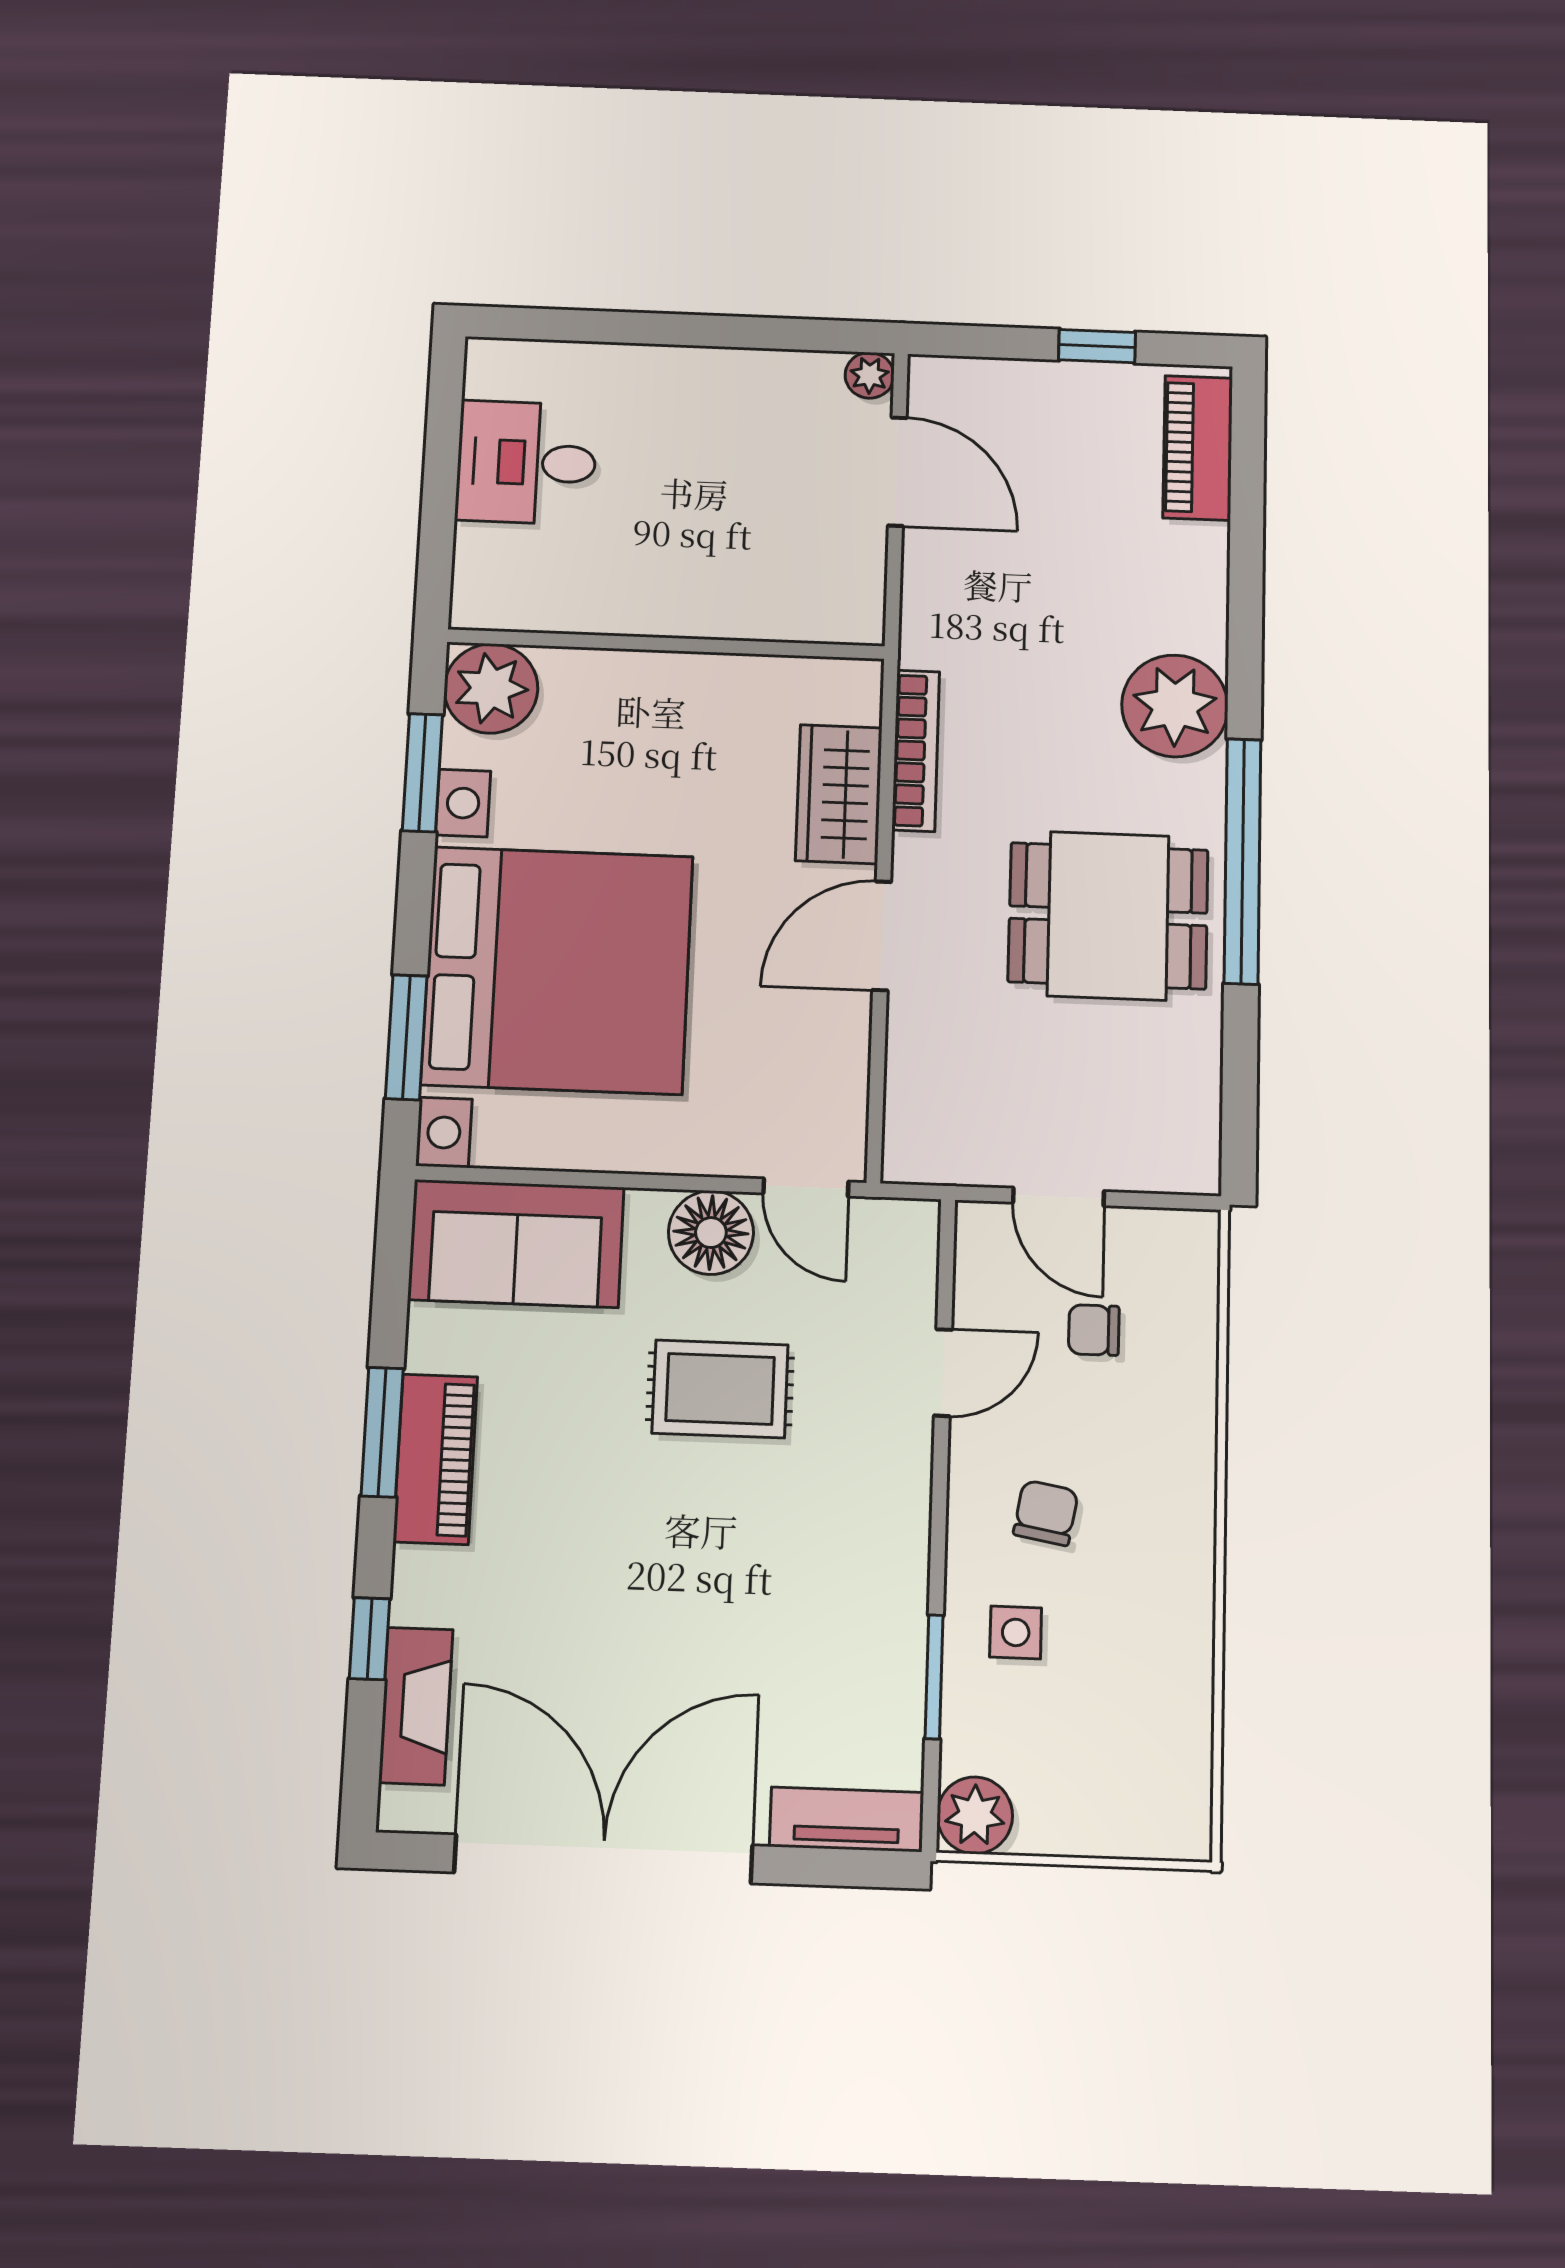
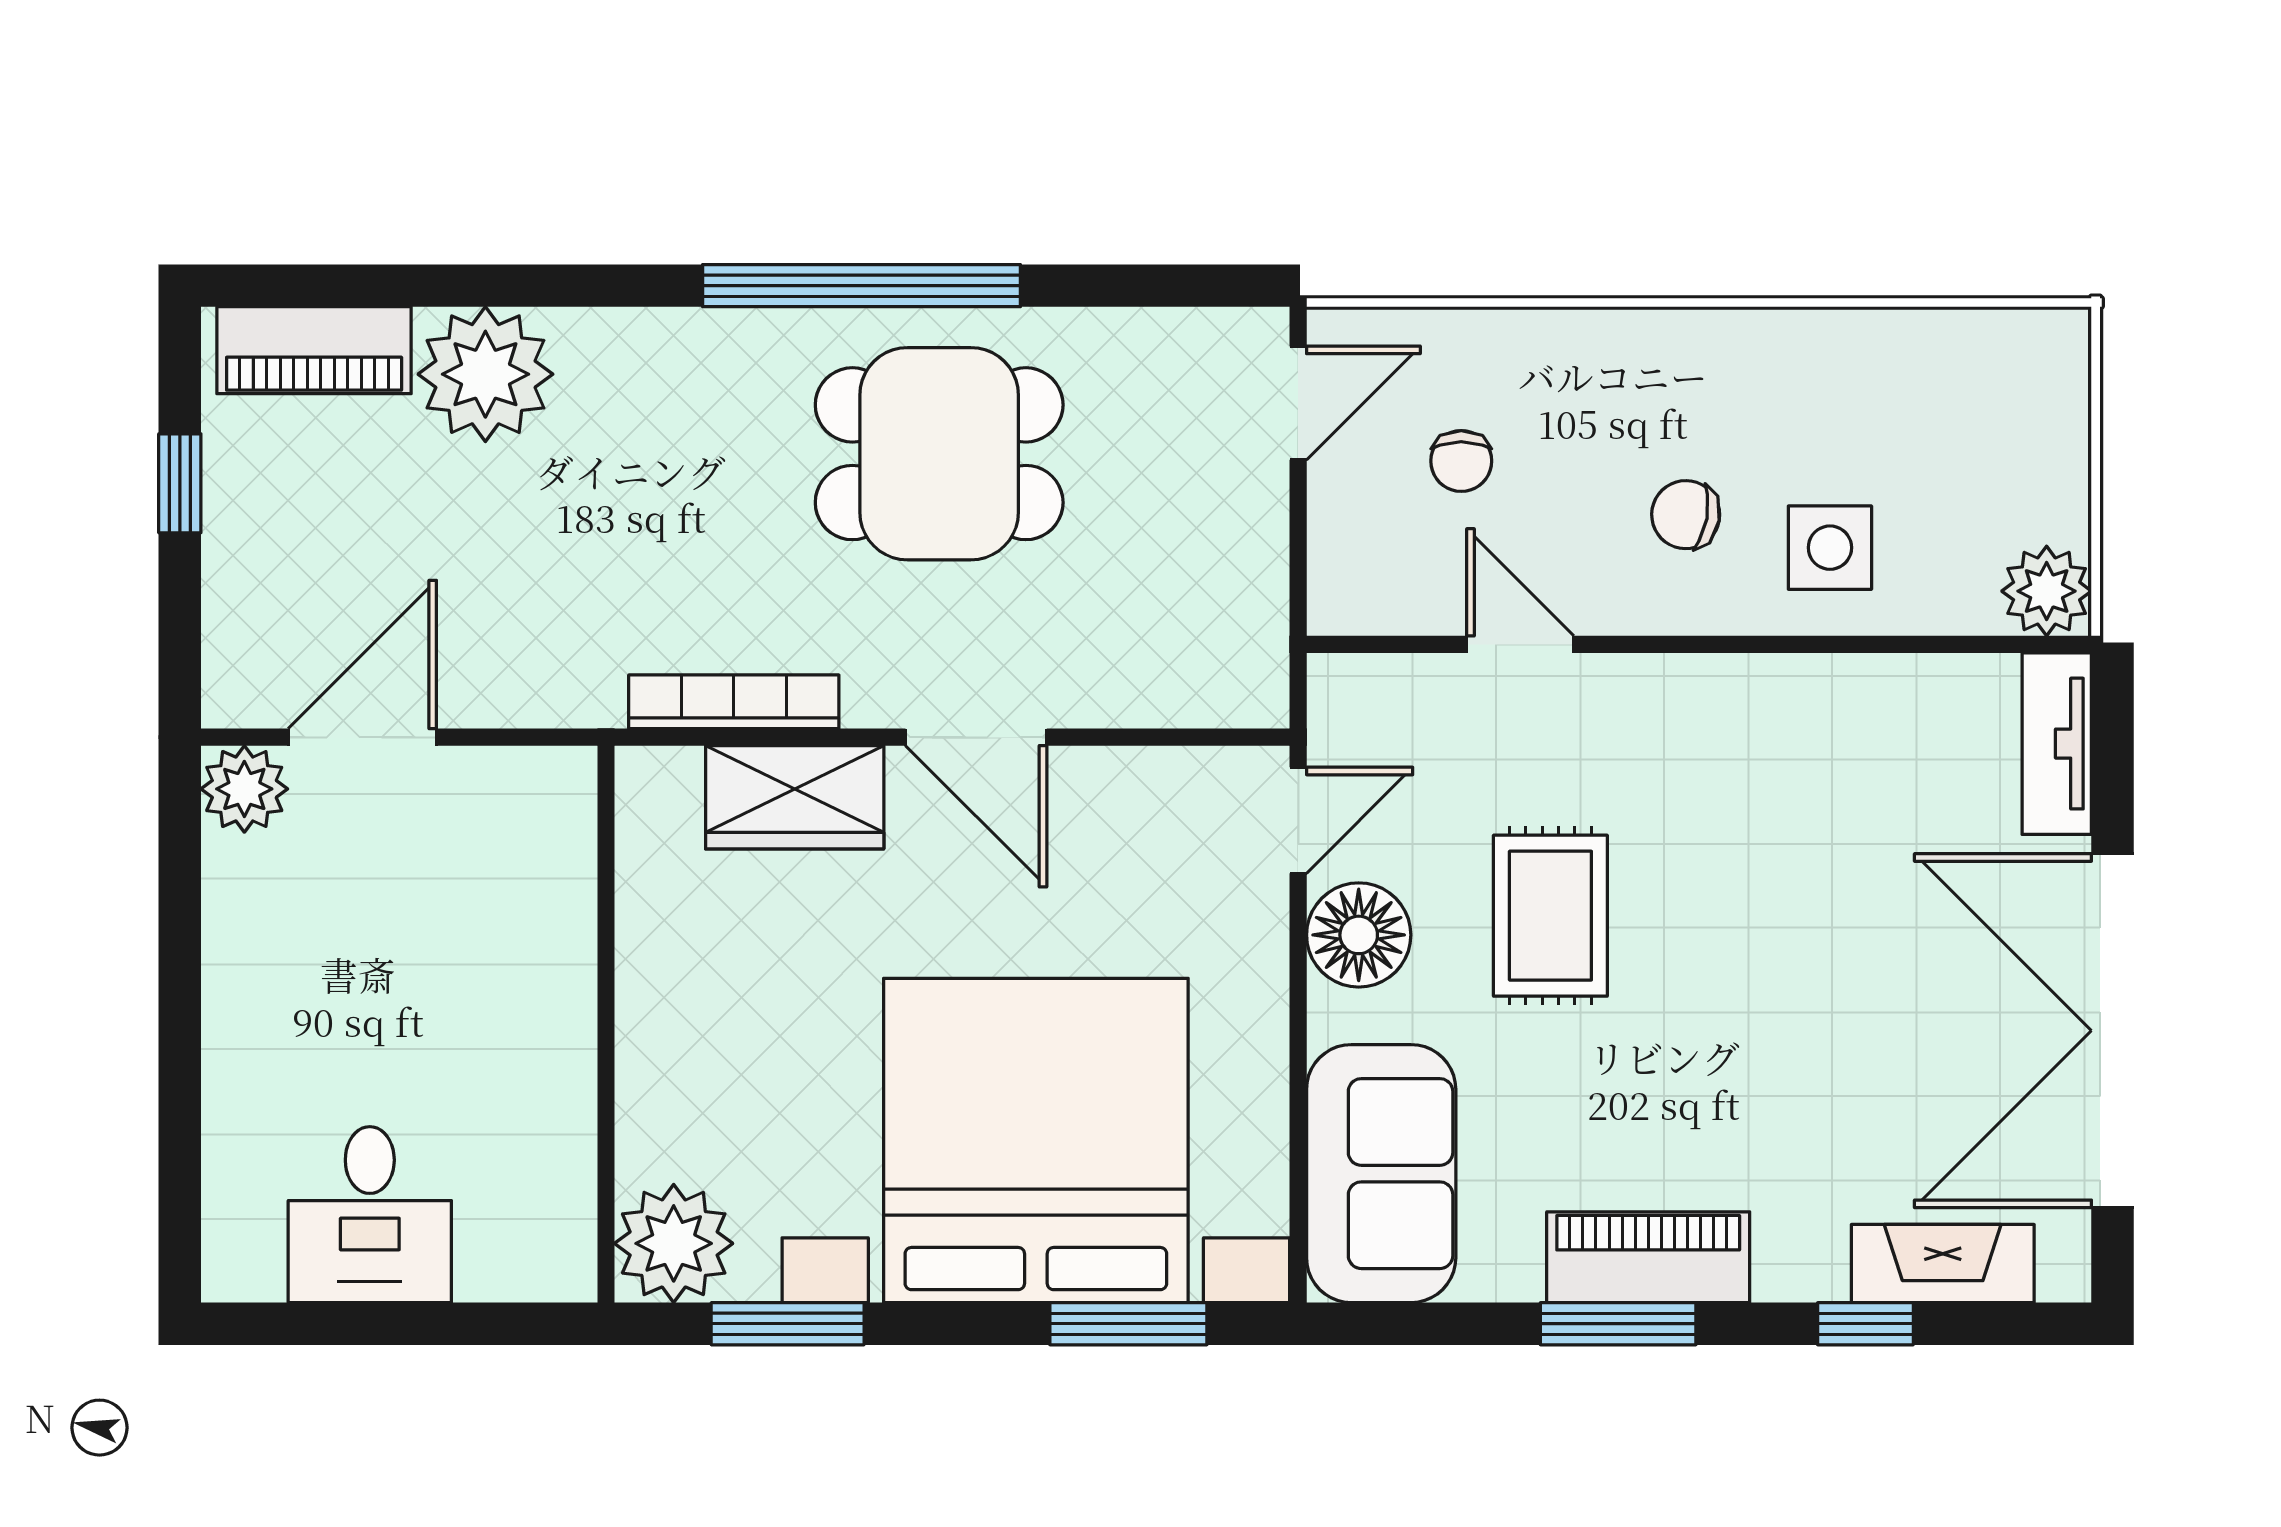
plant: (870, 375) -> (244, 789), width x1.38, depth x1.38
plant: (1175, 706) -> (485, 374), moved
dining table: (1108, 916) -> (939, 454), turned 90
door: (1059, 1197) -> (1298, 403), moved
side table: (1016, 1632) -> (1830, 548), width x1.37, depth x1.37
window: (934, 1677) -> (1886, 644), removed

